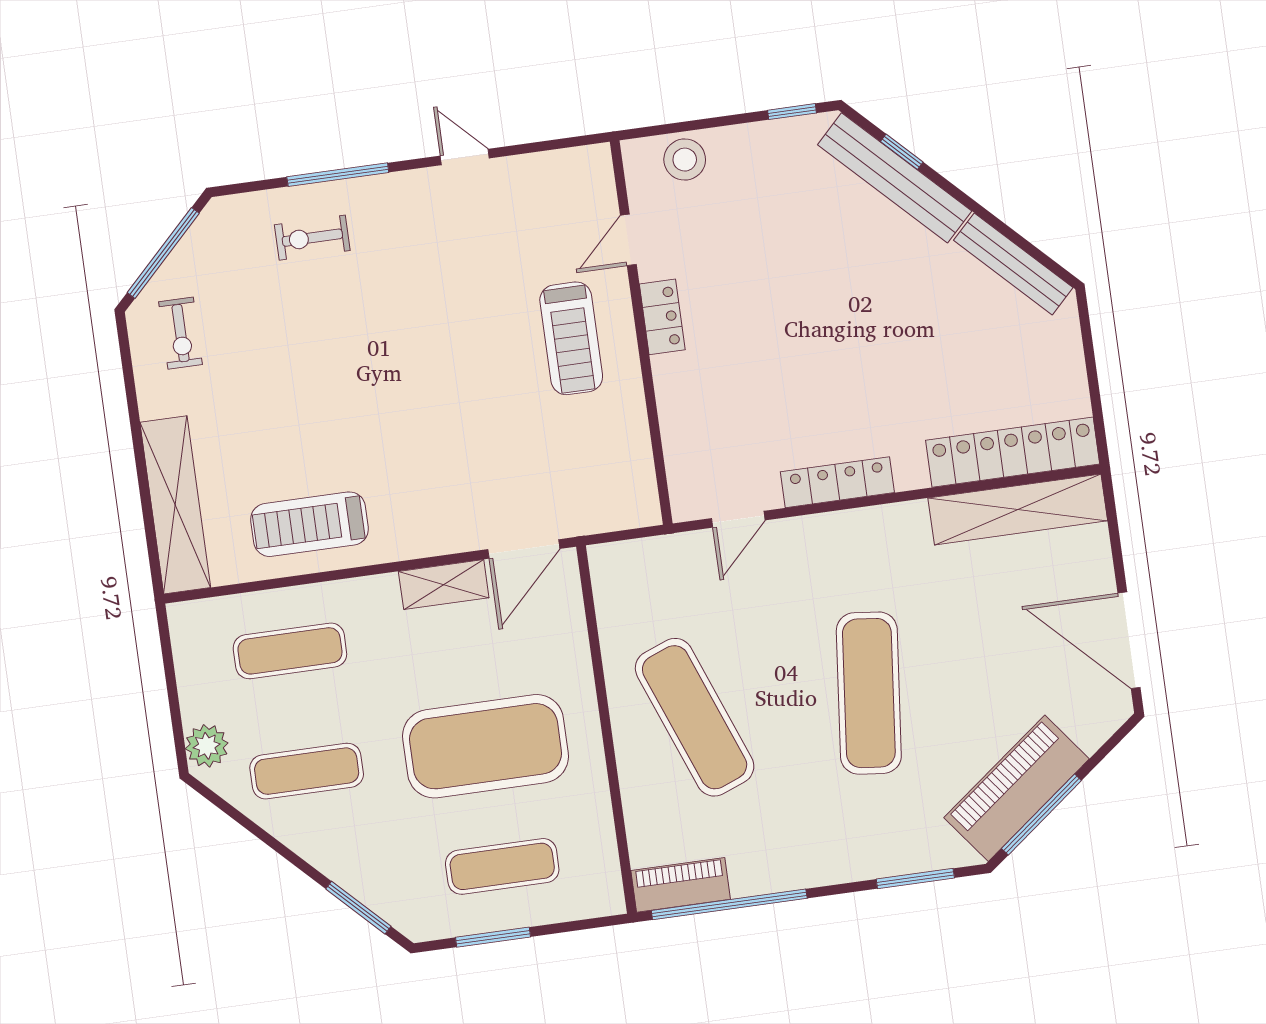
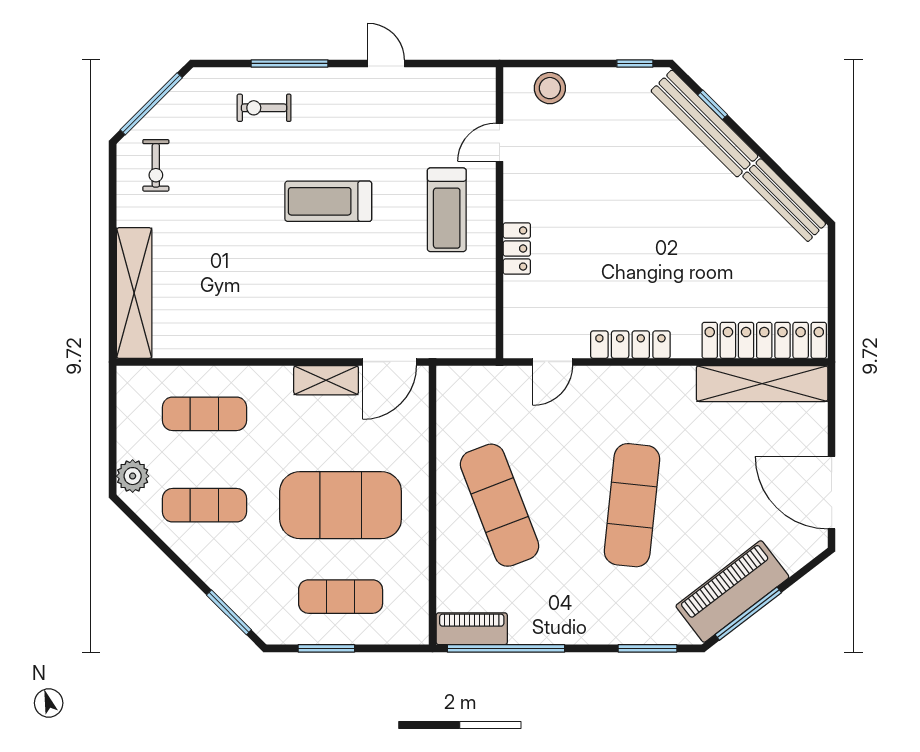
locker: (662, 317) -> (517, 249), moved
treadmill: (310, 524) -> (328, 201), moved

